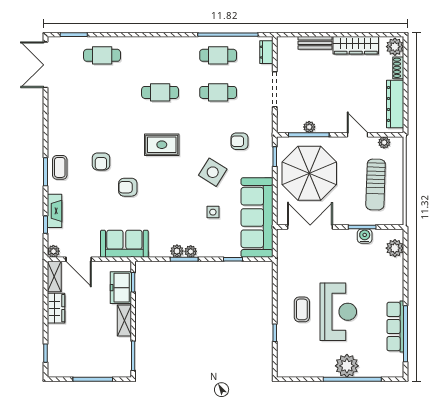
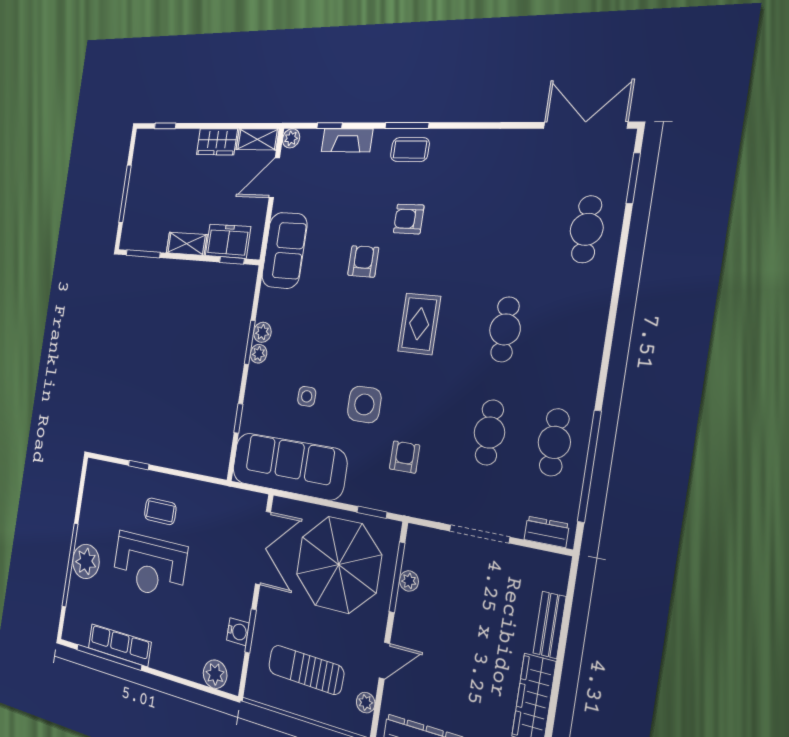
side table: (213, 172) -> (364, 404), turned -32

